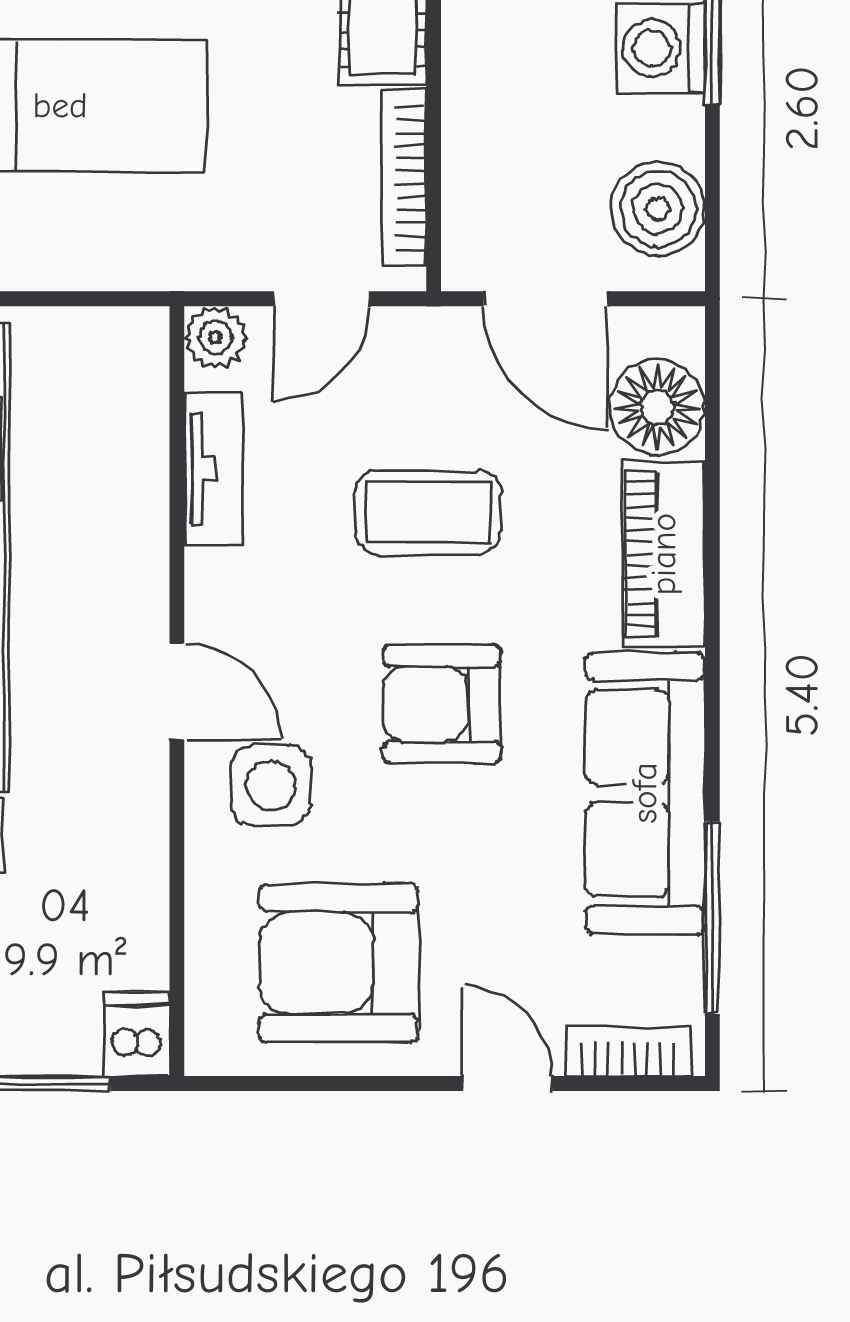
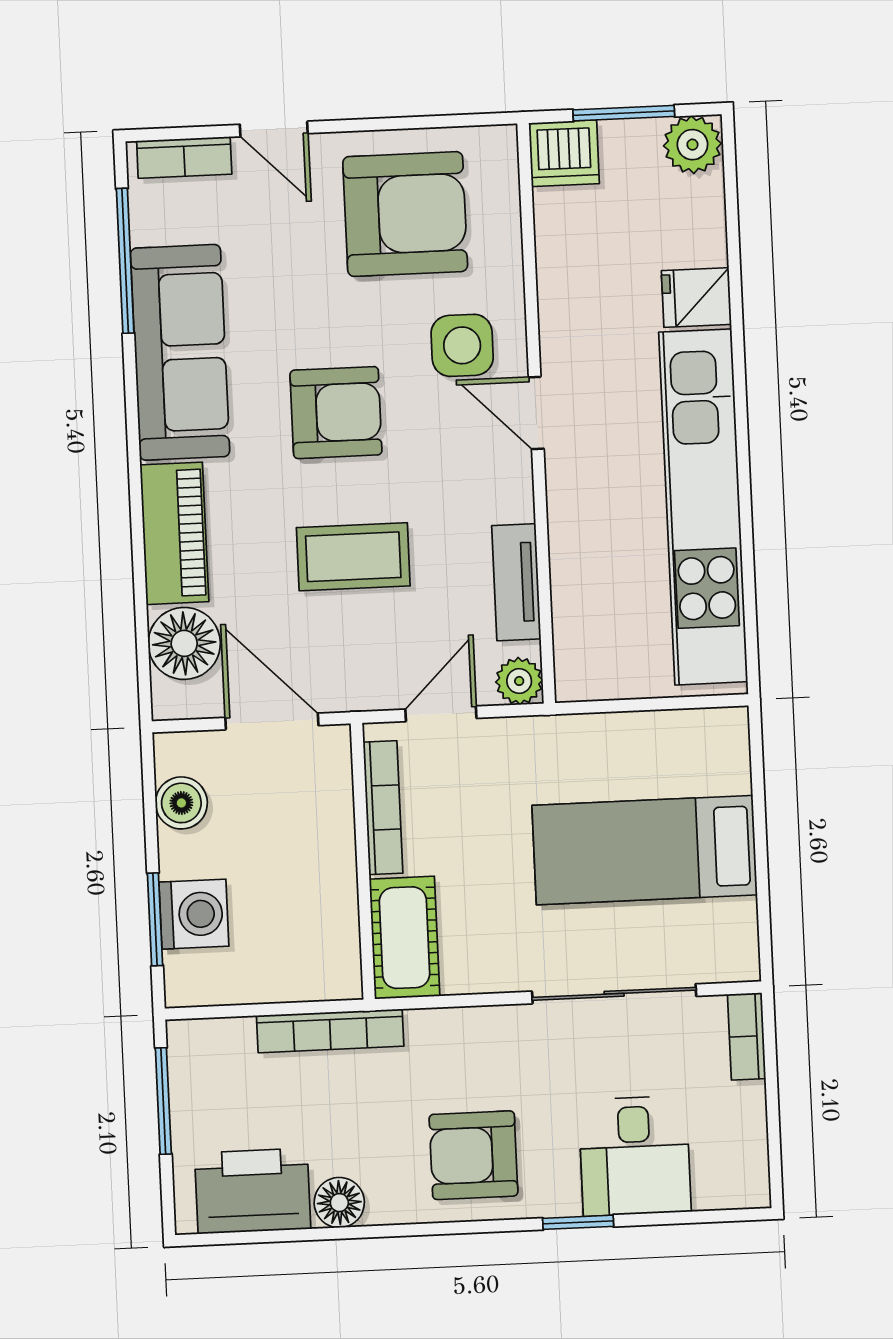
boiler: (658, 209) -> (181, 803), width x0.73, depth x0.73
dishwasher: (137, 1034) -> (564, 153), width x1.38

